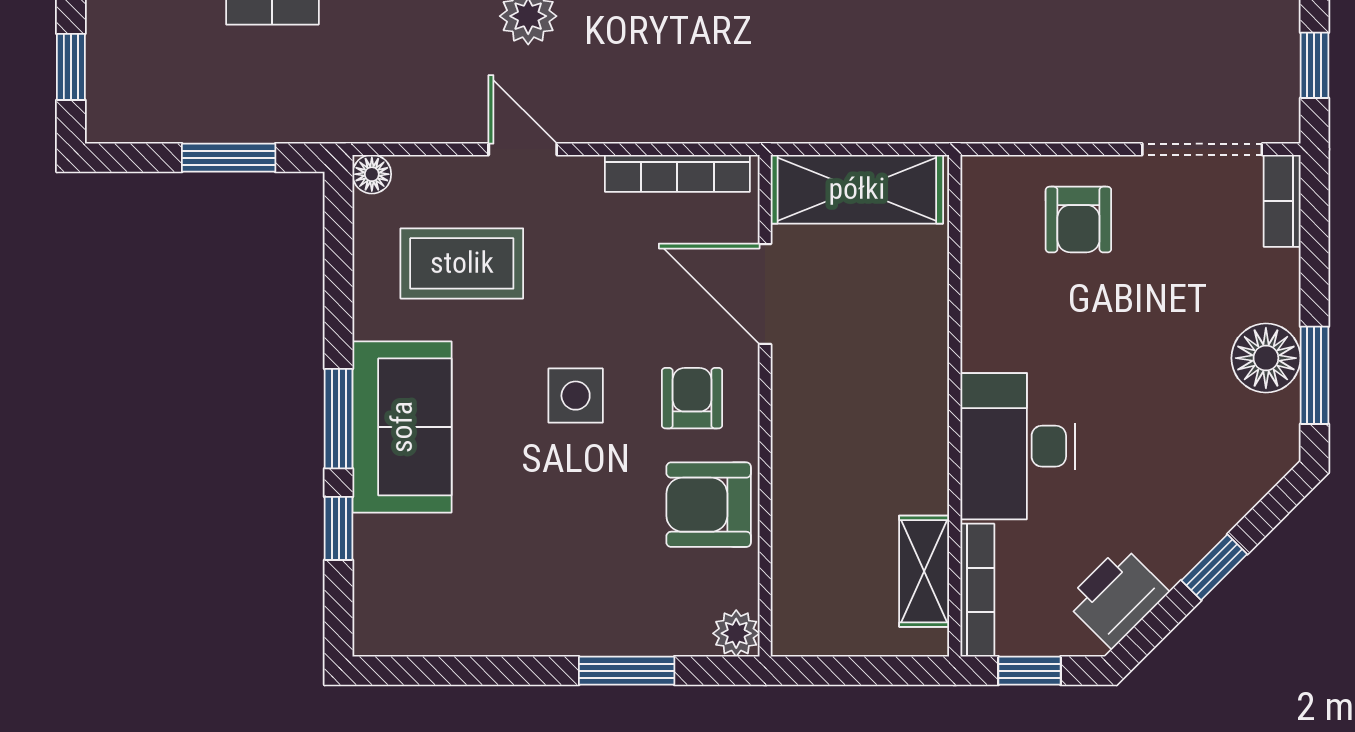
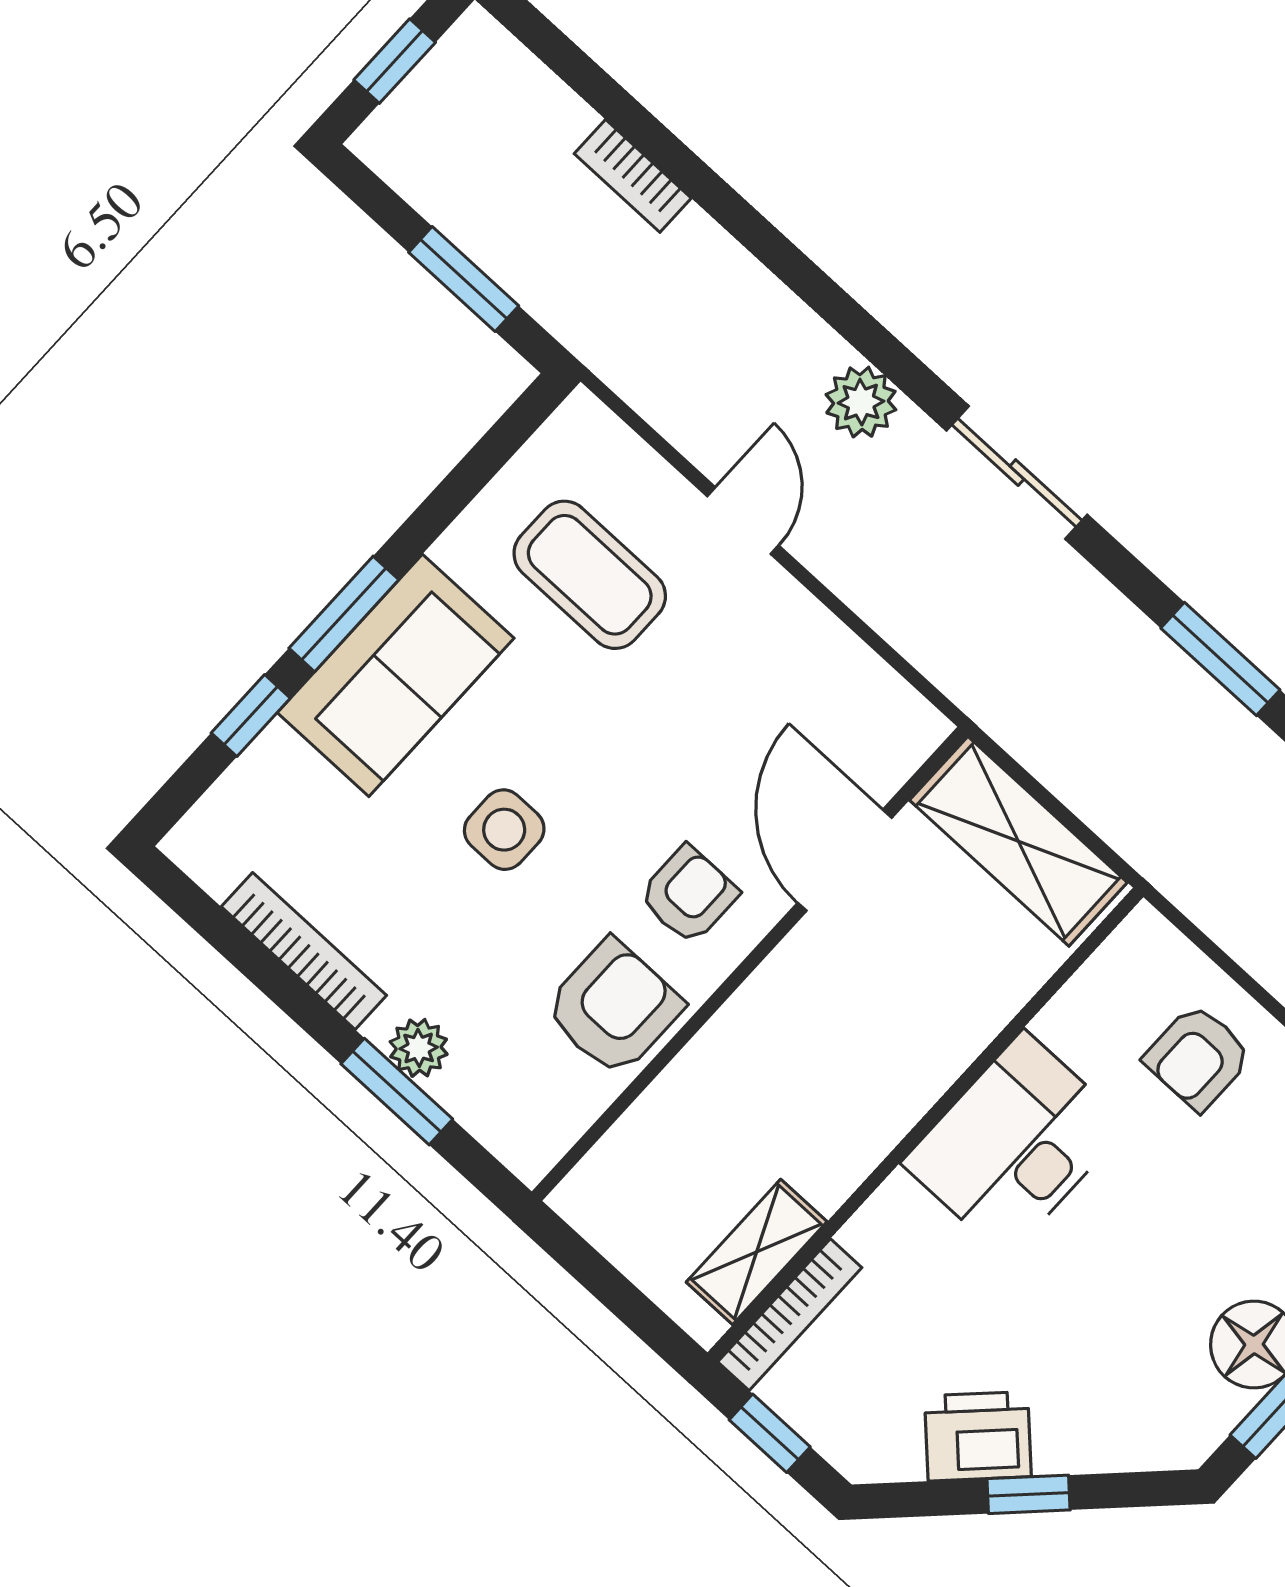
bookcase: (677, 173) -> (304, 951), moved, turned 180
floor lamp: (372, 174) -> (582, 416), removed
side table: (576, 396) -> (504, 830), moved
desk: (1018, 446) -> (1015, 1144), moved
armchair: (709, 505) -> (614, 1008), turned 90
printer: (1117, 597) -> (978, 1436), moved
plant: (736, 633) -> (419, 1048), moved

